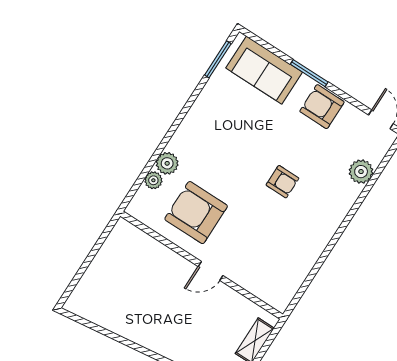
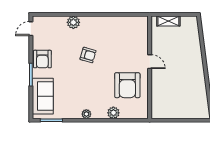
plant: (361, 172) -> (73, 22), moved
plant: (153, 180) -> (86, 114), moved
armchair: (282, 182) -> (88, 55), turned 106

